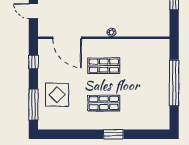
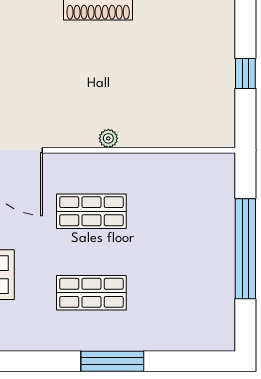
window: (113, 134) -> (112, 361), width x1.44

